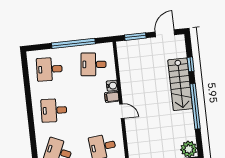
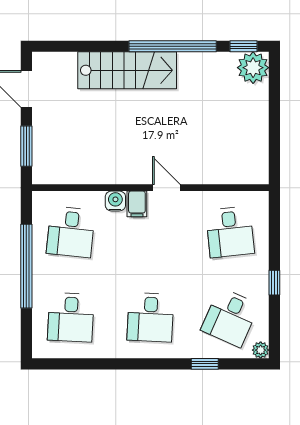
window: (191, 64) -> (243, 46), moved
door: (122, 111) -> (166, 188), hinge flipped
window: (33, 141) -> (205, 364), added

